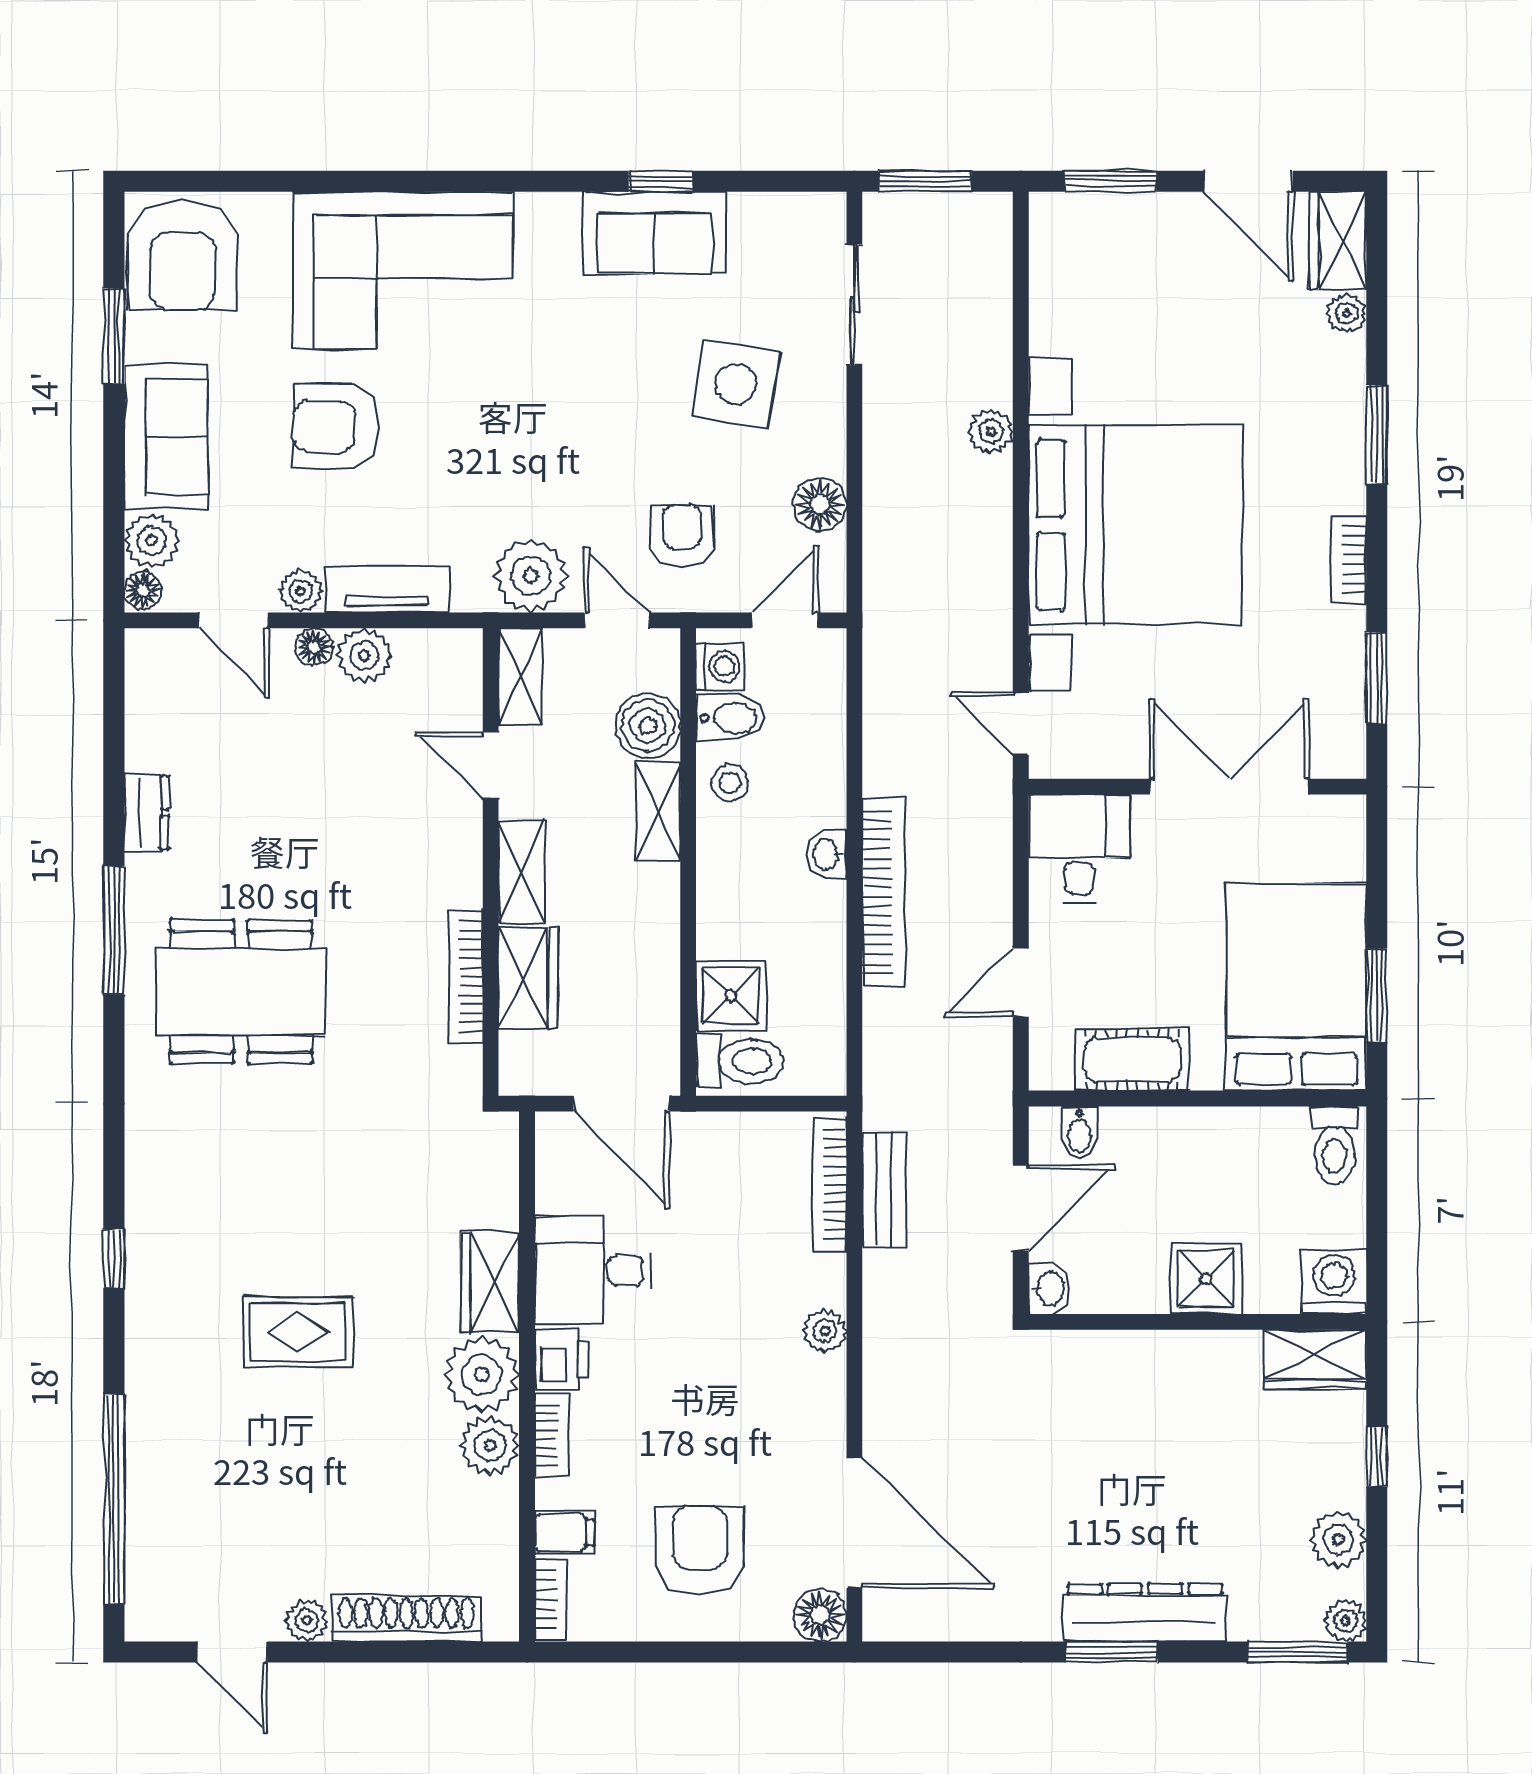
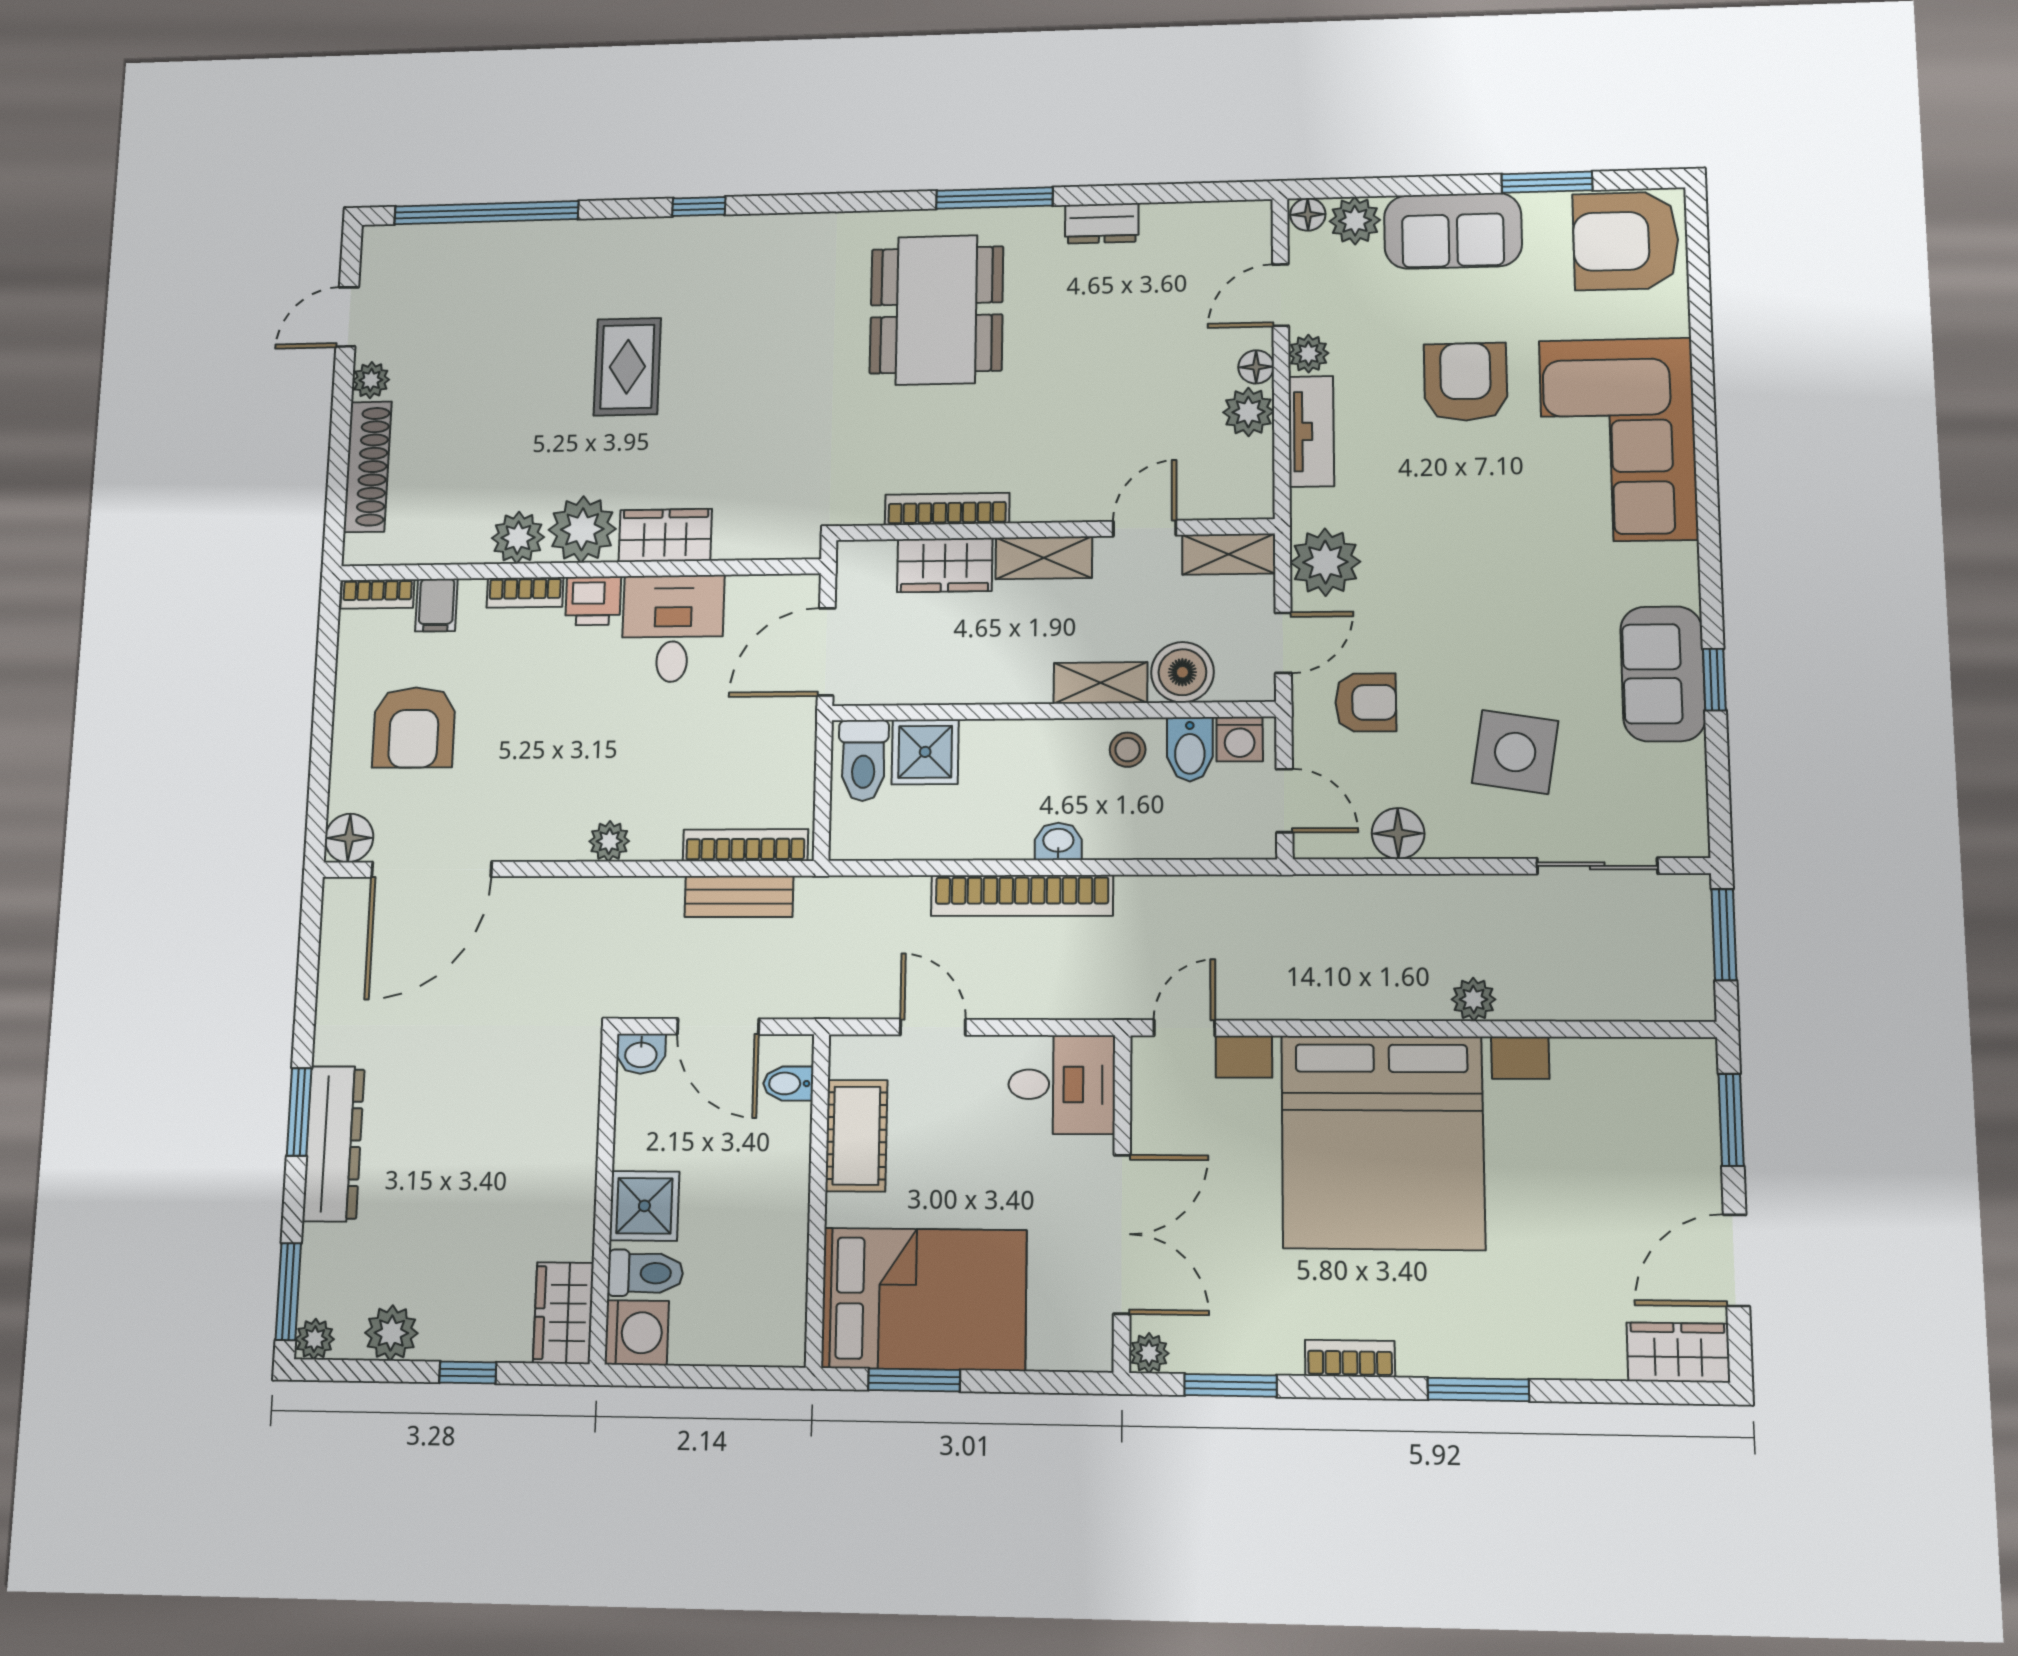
plant: (1347, 313) -> (1149, 1353), moved
toilet: (1335, 1145) -> (645, 1273), moved, turned 180
armchair: (700, 1550) -> (414, 727), turned 90

